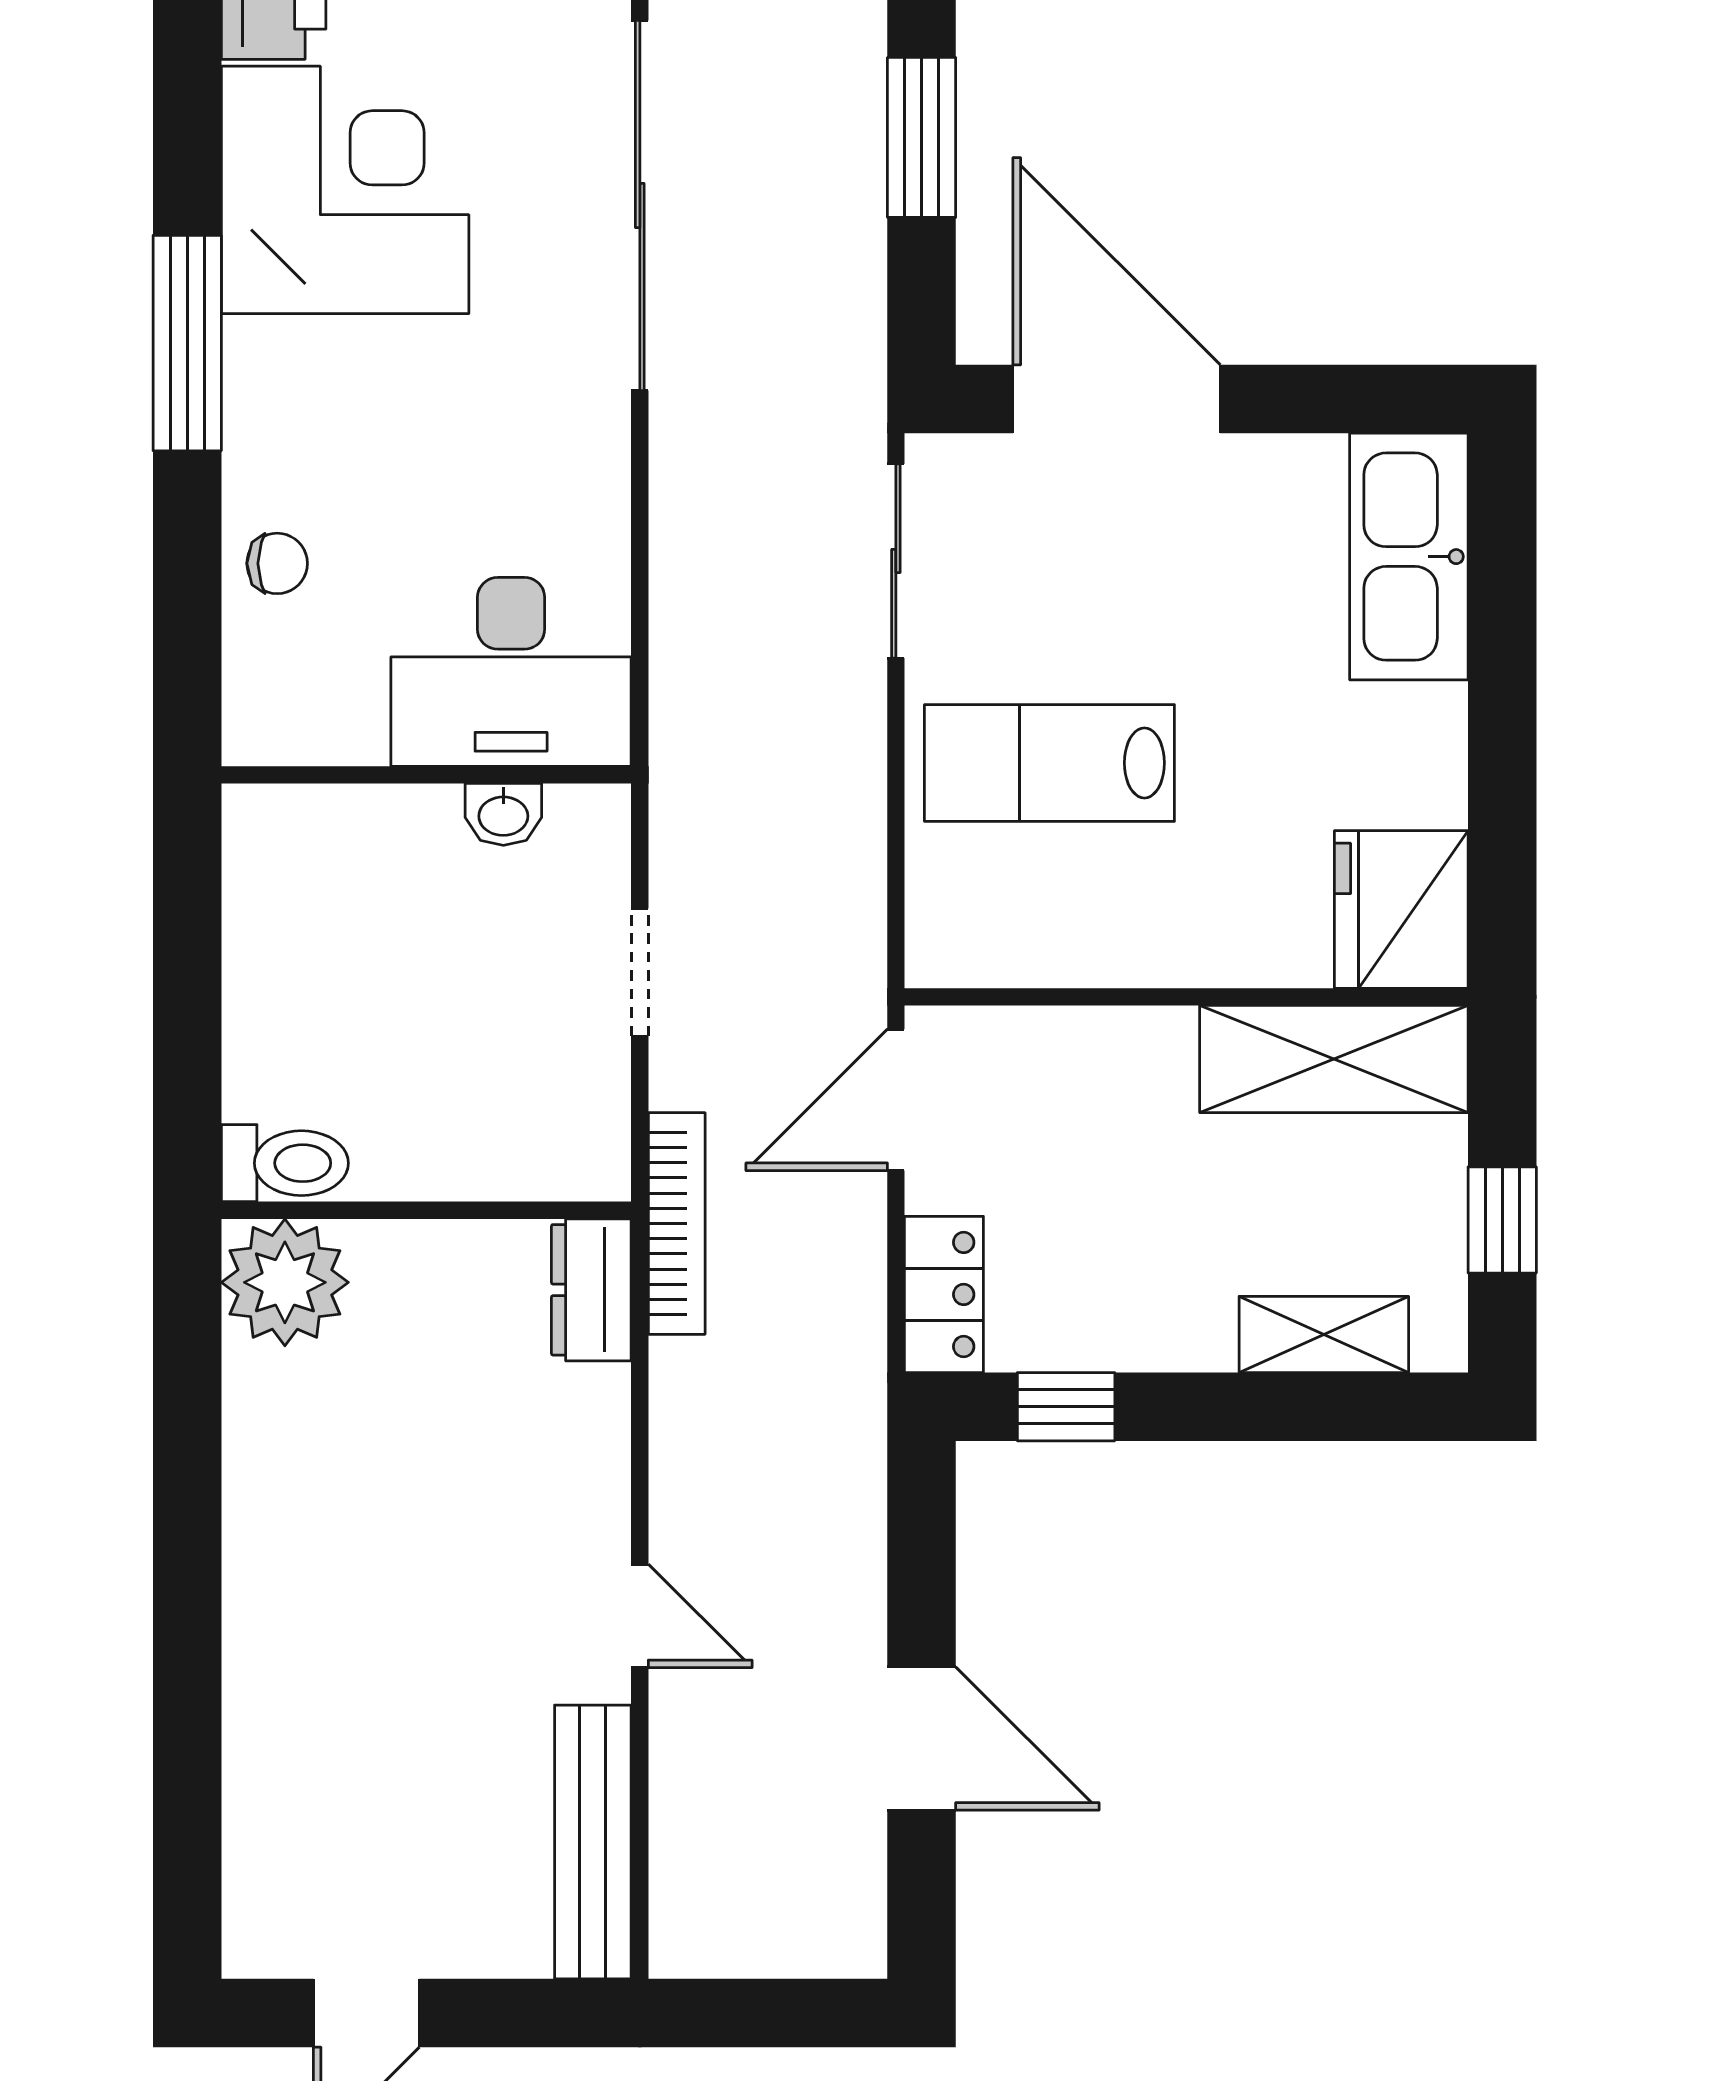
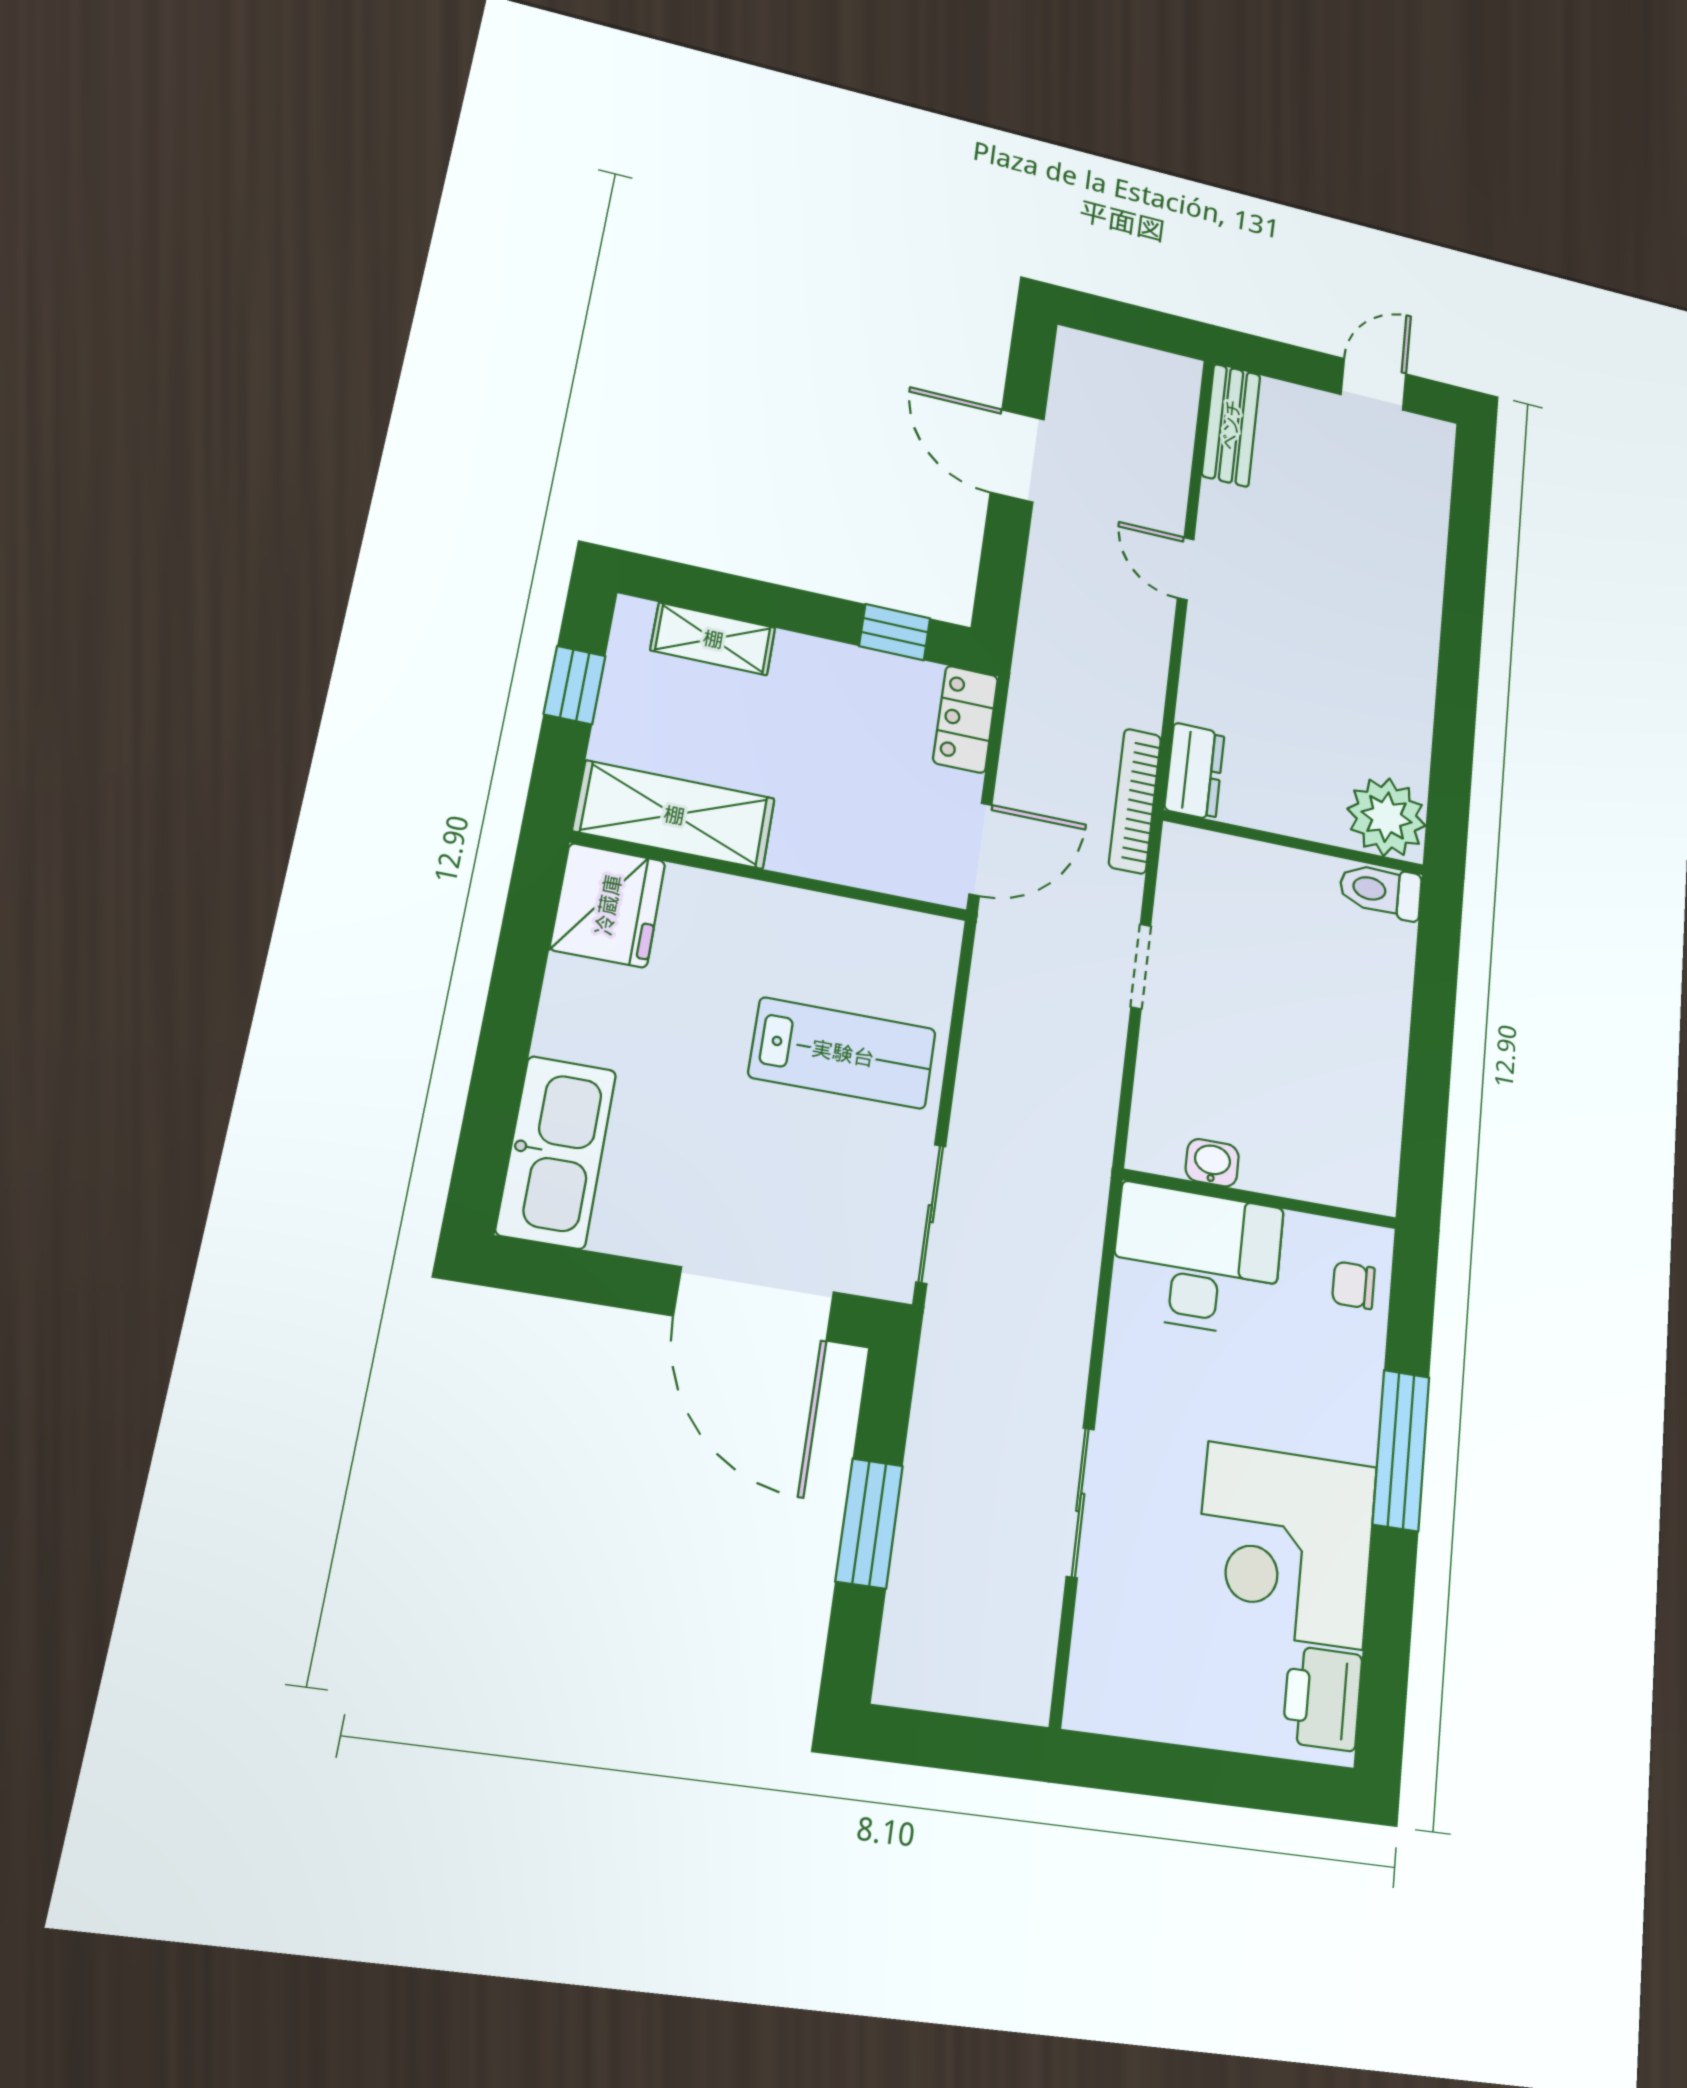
sliding door: (640, 205) -> (1080, 1502), width x0.54
desk: (511, 672) -> (1197, 1260), moved
wall: (426, 775) -> (1261, 1199), moved
washbasin: (503, 814) -> (1212, 1163), moved
bench: (593, 1842) -> (1231, 425), width x0.73

